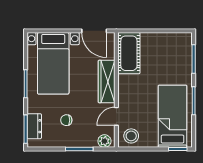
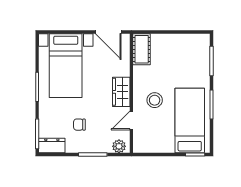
cot: (129, 53) -> (142, 49), width x0.73, depth x0.75
wardrobe: (107, 82) -> (121, 92), width x0.67
dresser: (34, 126) -> (52, 146), moved, turned -90
stool: (131, 136) -> (155, 100), moved

